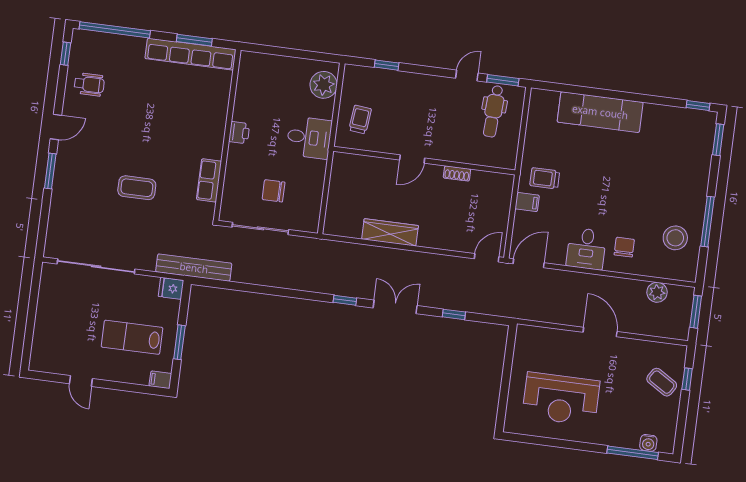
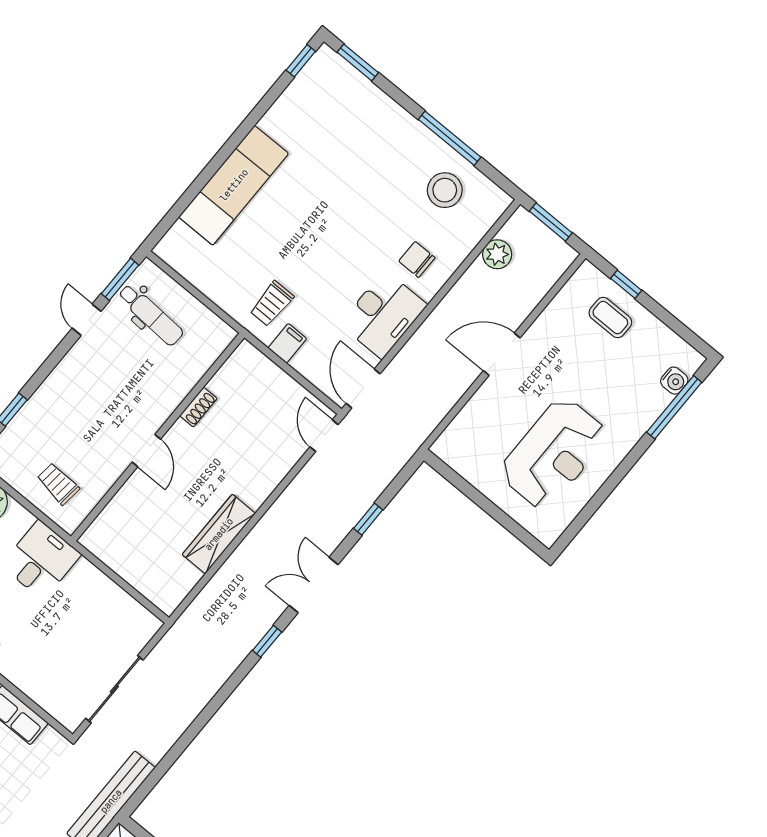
chair: (274, 191) -> (79, 644), removed
desk: (586, 249) -> (383, 315), width x1.37
coffee table: (662, 382) -> (610, 318), turned 58

